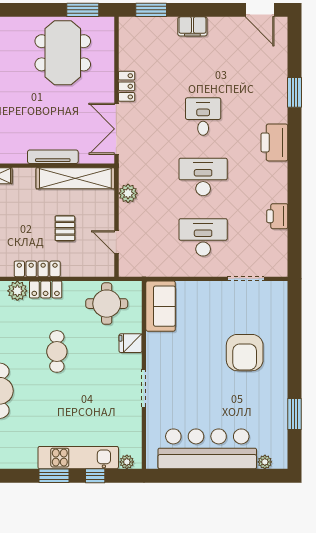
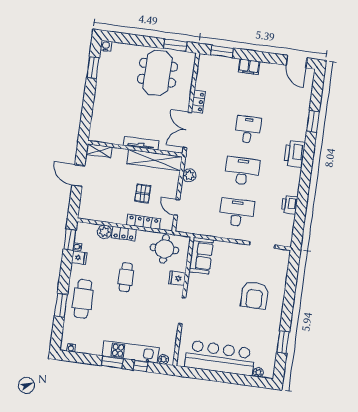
locker: (37, 269) -> (143, 222), moved

